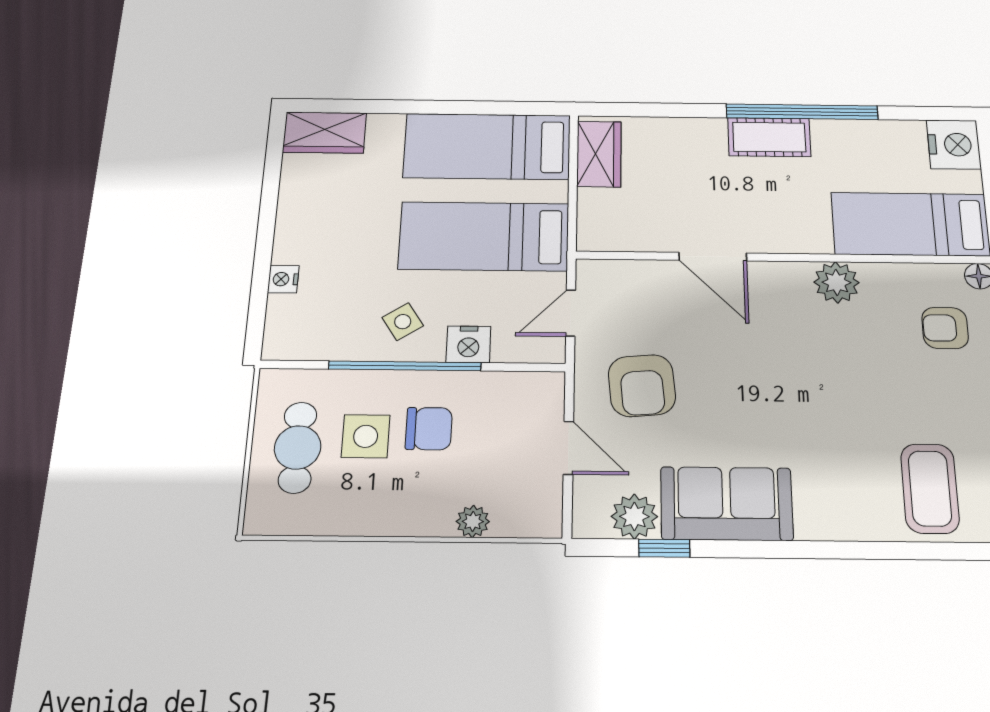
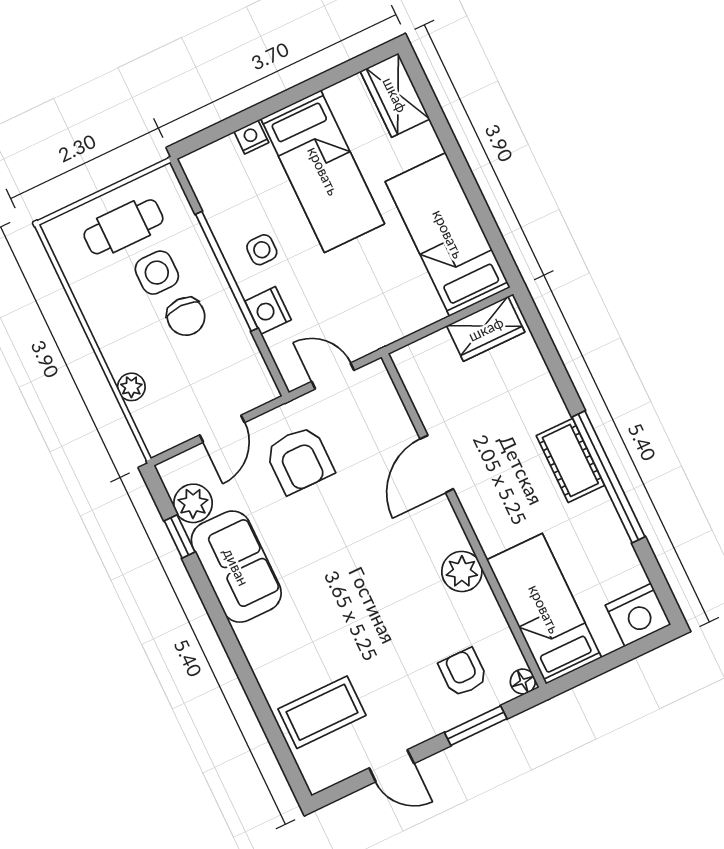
bed: (484, 236) -> (323, 171), moved, turned 180
side table: (403, 322) -> (262, 250), turned 33
armchair: (642, 386) -> (299, 460), turned -85

